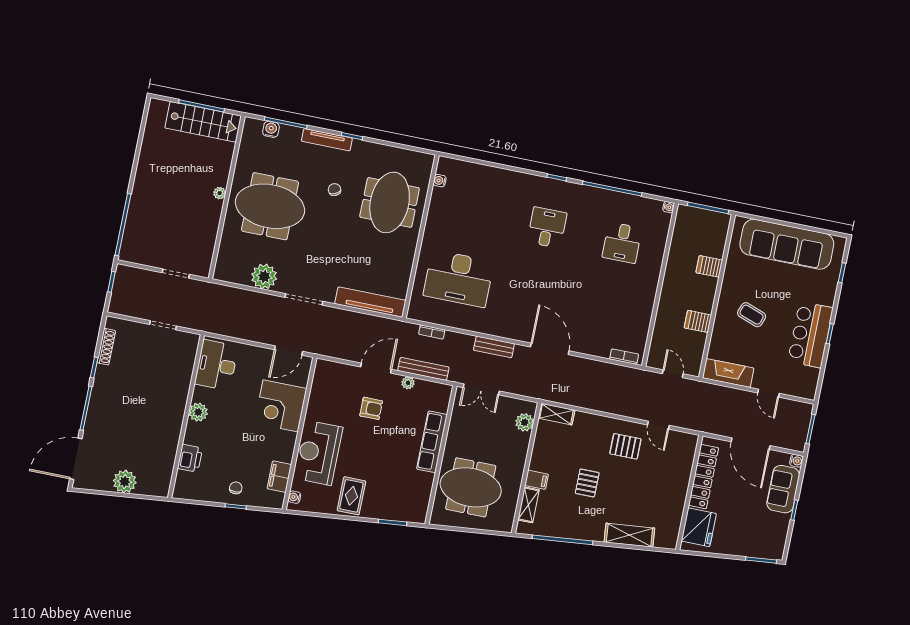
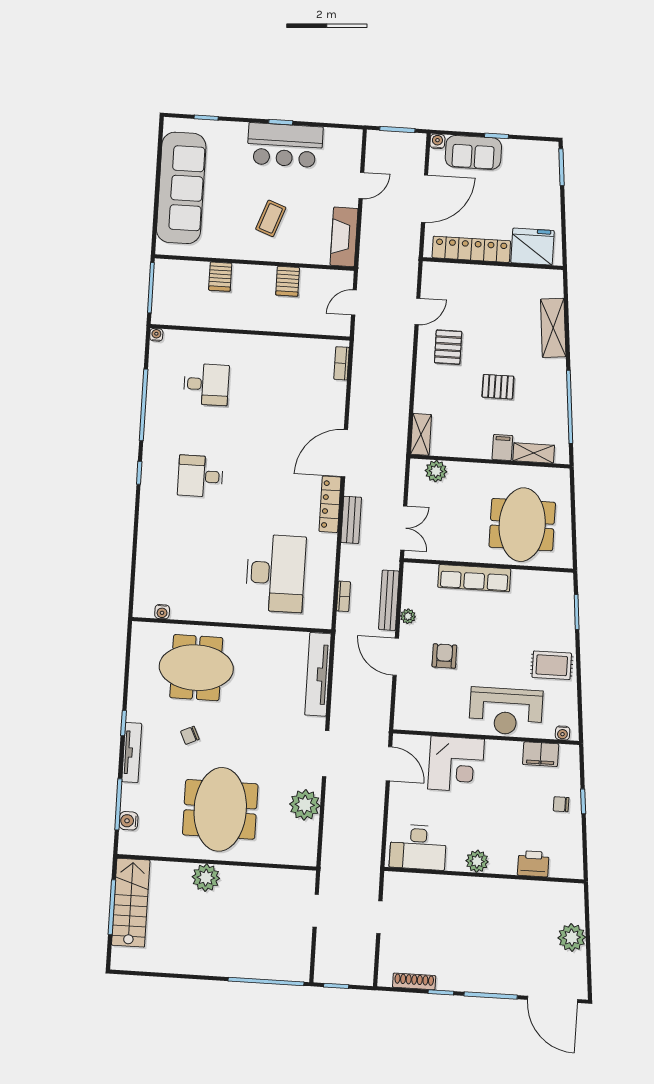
plant: (220, 193) -> (206, 878), width x1.88, depth x1.88
locker: (509, 331) -> (330, 504), added

